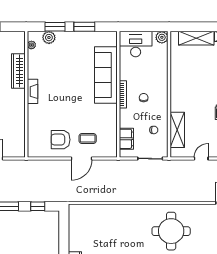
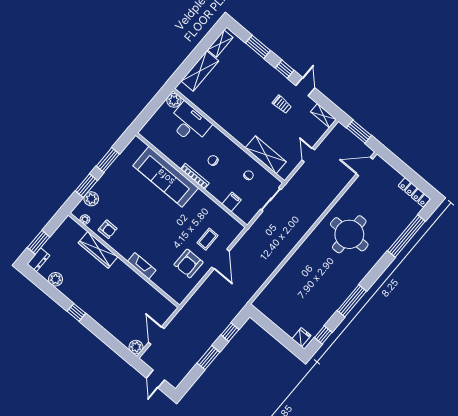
desk: (136, 44) -> (189, 123), moved, turned 90
armchair: (38, 66) -> (108, 229), added
fireplace: (33, 91) -> (142, 266), moved
filing cabinet: (126, 139) -> (232, 202), width x0.50

